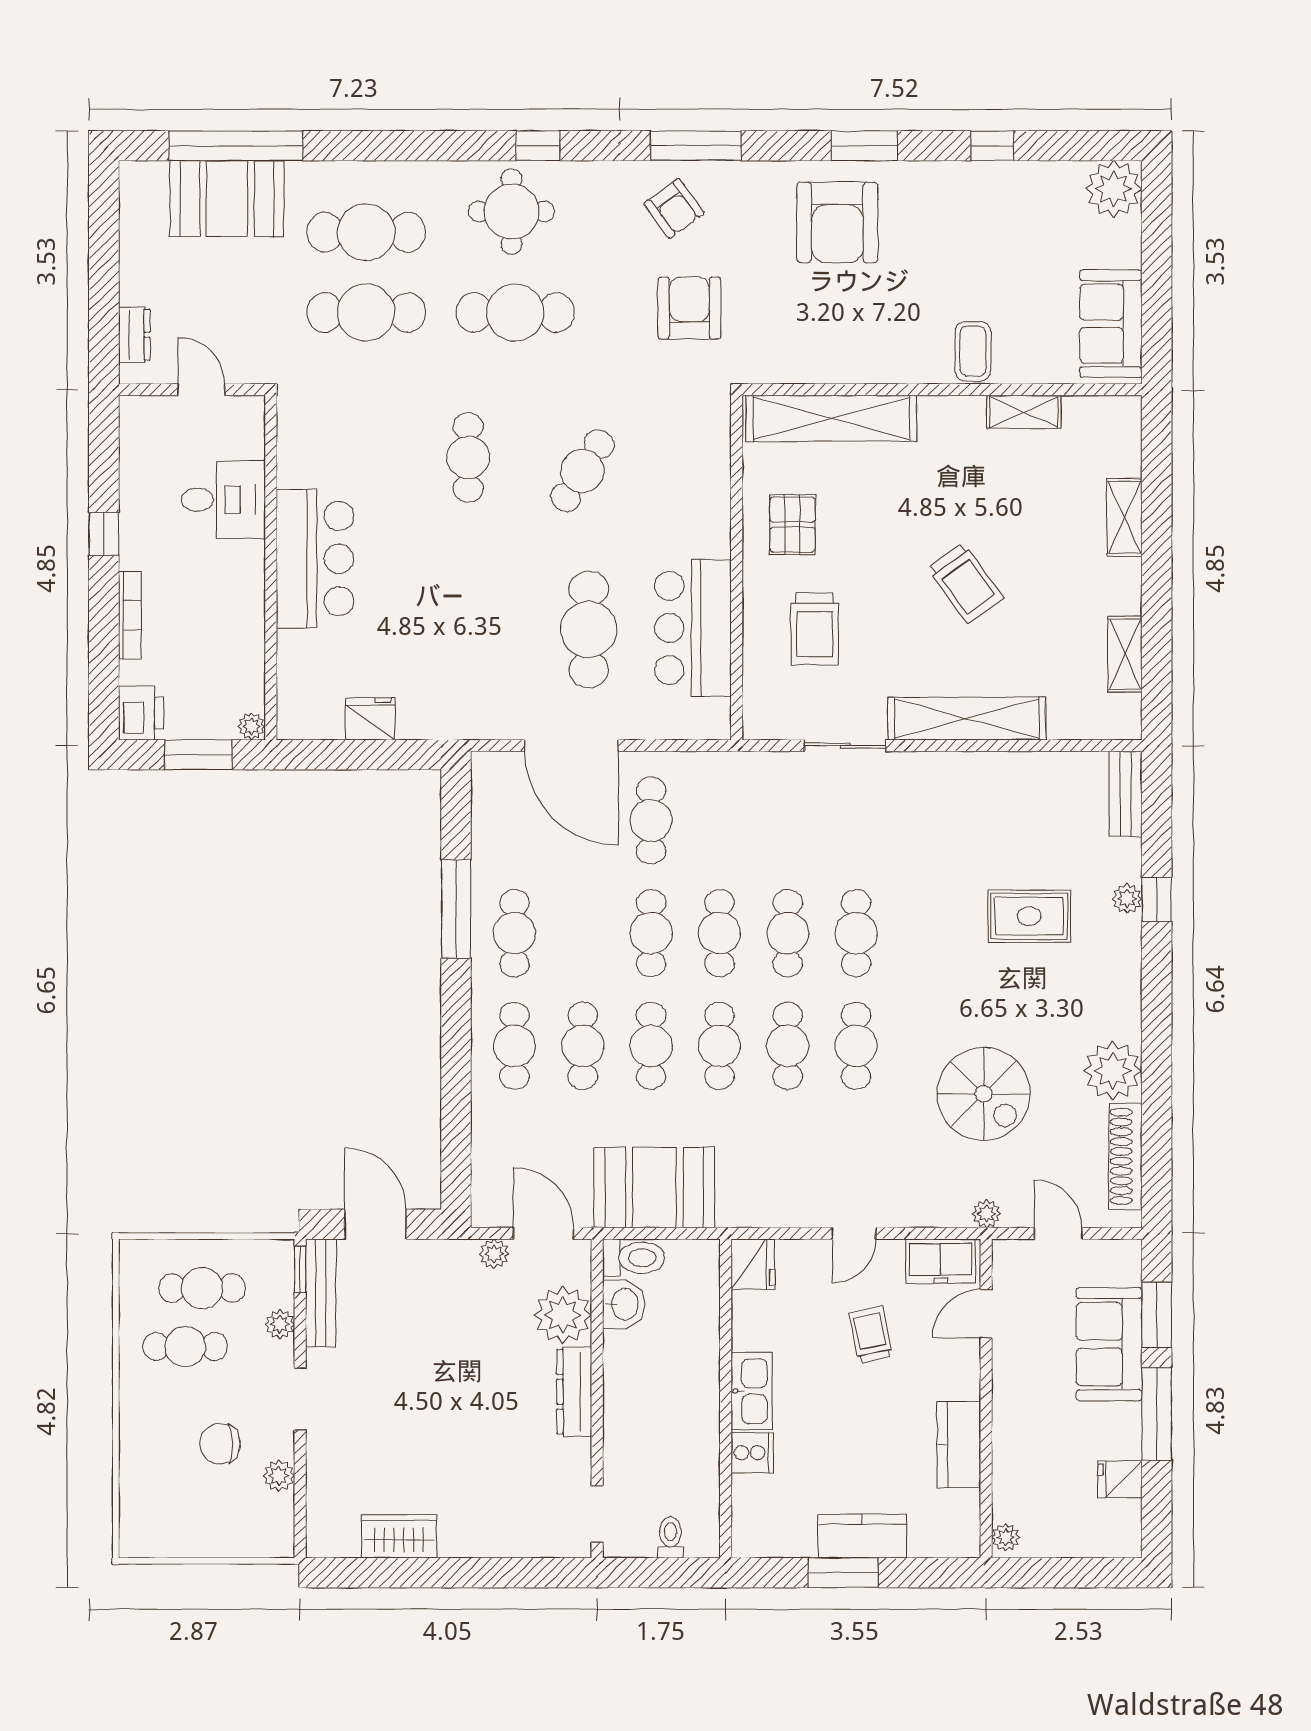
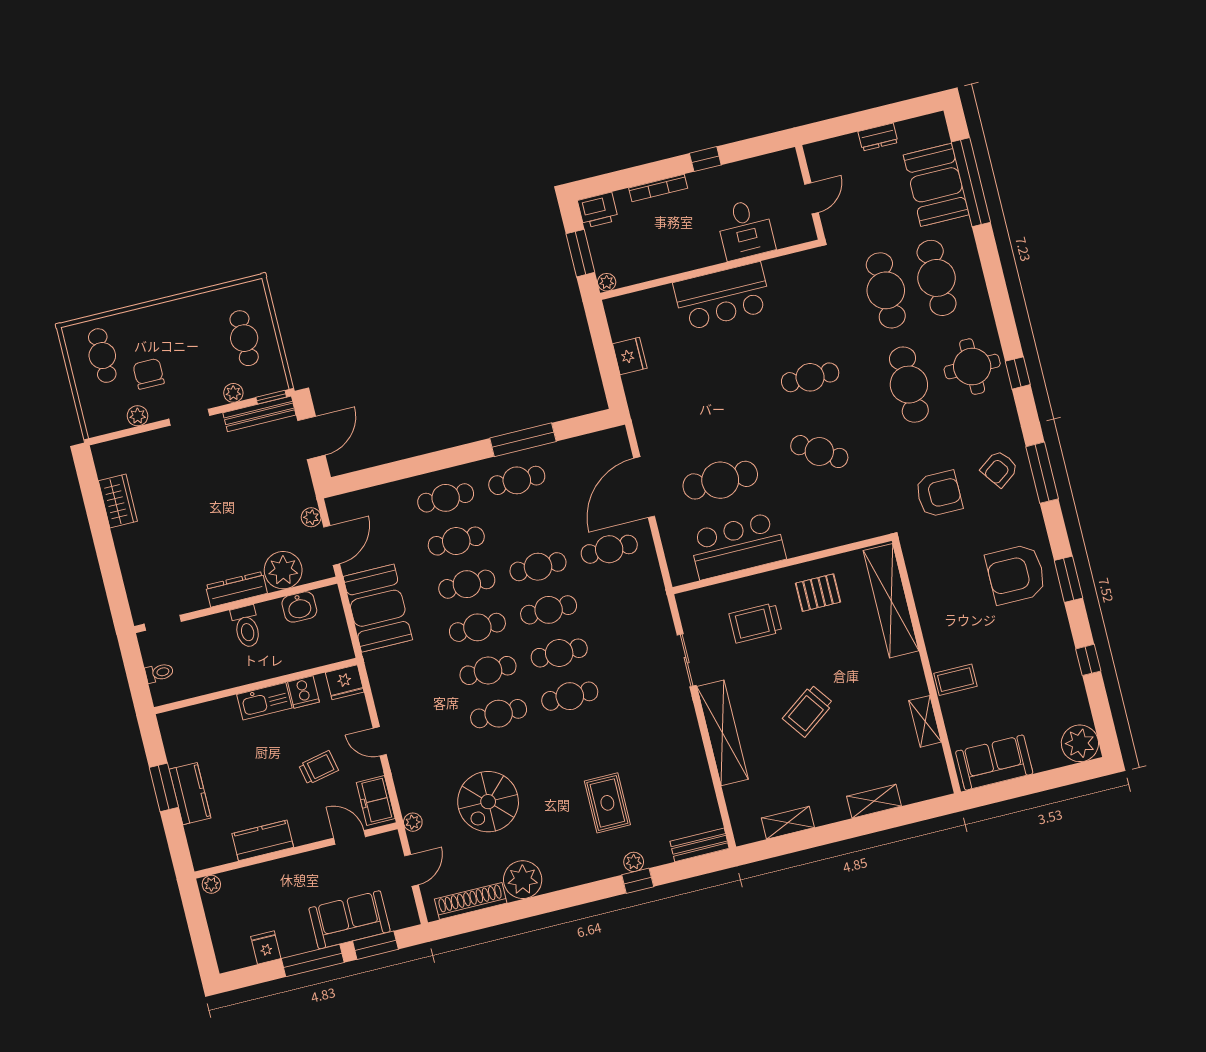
dresser: (134, 335) -> (878, 137), moved
toilet: (634, 1258) -> (246, 627), moved
cafe table: (185, 1347) -> (102, 356), moved
cooker: (752, 1453) -> (303, 692), moved

